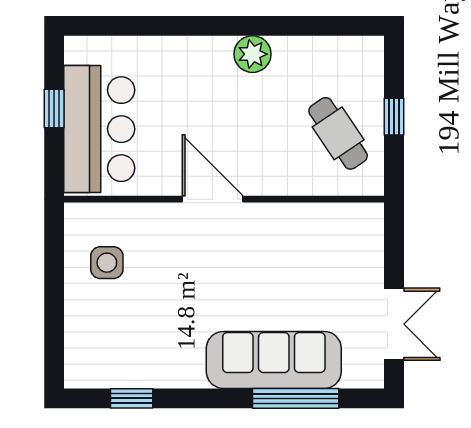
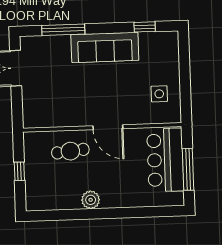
window: (54, 109) -> (188, 169), width x2.17
cafe table: (338, 133) -> (70, 151), moved, turned -62
sofa: (274, 360) -> (105, 47), moved

